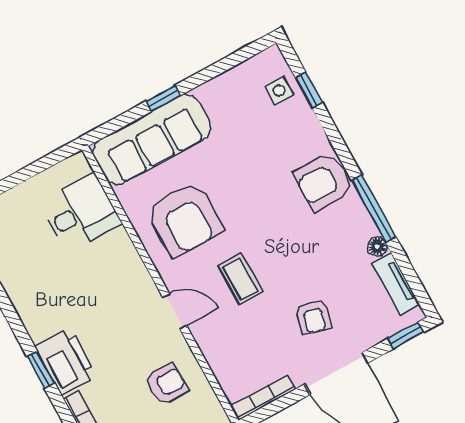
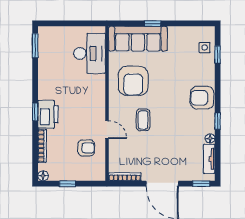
window: (374, 209) -> (218, 121), width x0.46
desk: (81, 213) -> (90, 53), width x1.37
door: (175, 311) -> (107, 130), moved
armchair: (313, 317) -> (166, 154), removed

